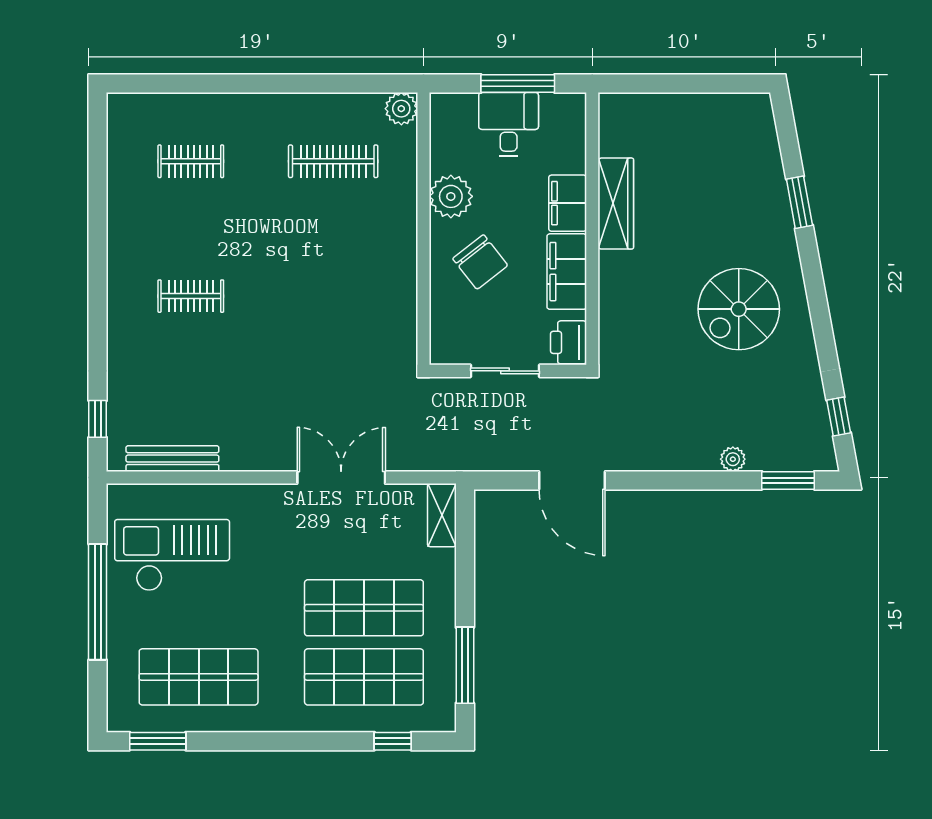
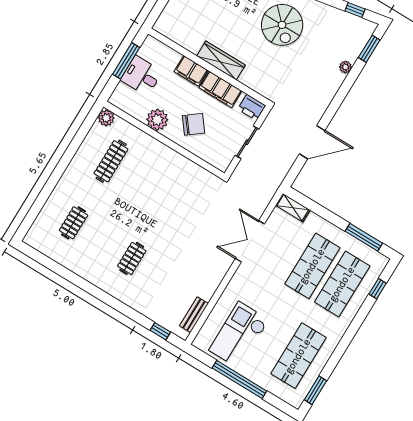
wardrobe: (616, 204) -> (221, 61), moved
bench: (172, 459) -> (194, 315), width x0.73

